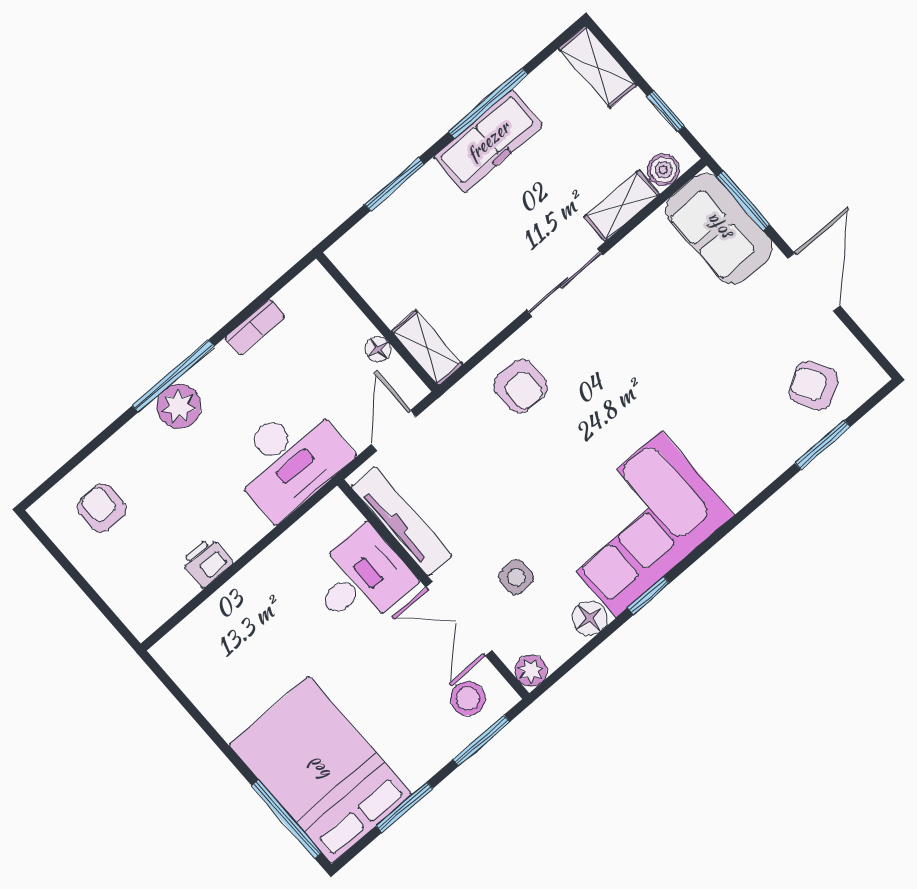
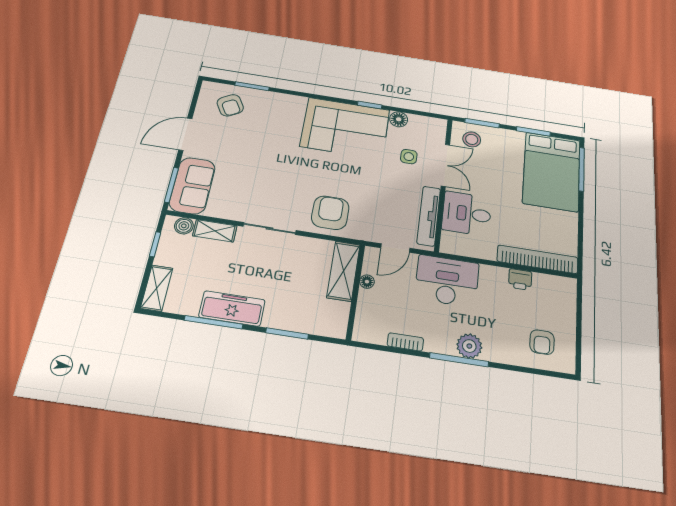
shelving: (427, 348) -> (343, 271), width x1.50, depth x1.33
armchair: (520, 386) -> (330, 213), width x1.38, depth x1.38
bookcase: (213, 615) -> (538, 259), added
plant: (531, 671) -> (439, 125), removed

